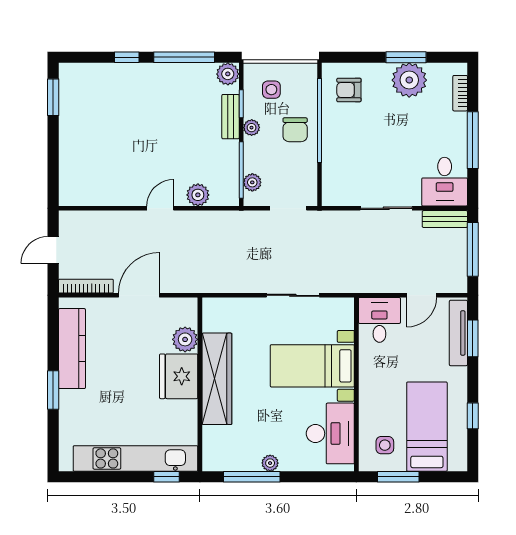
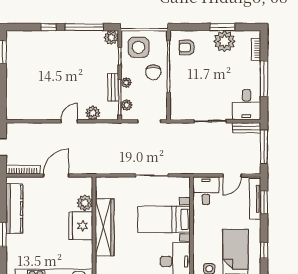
side table: (271, 90) -> (139, 47), width x1.87, depth x1.87
bench: (231, 117) -> (113, 87), moved
plant: (252, 128) -> (126, 83), moved

